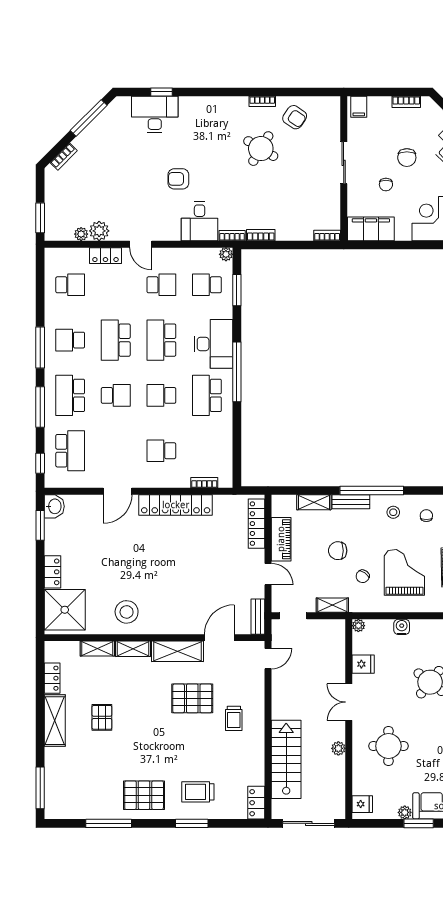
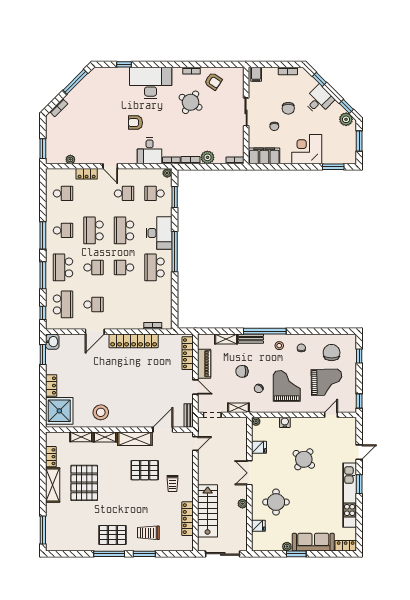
desk: (155, 114) -> (151, 83), moved, width x1.36, depth x1.30
plant: (99, 231) -> (207, 157), moved
school desk: (70, 340) -> (63, 230), turned 180
school desk: (161, 451) -> (93, 304), moved, turned 180
pallet: (102, 717) -> (84, 483), width x2.05, depth x2.00
locker: (256, 803) -> (188, 519), moved, width x1.53
fridge: (362, 804) -> (258, 526), moved
window: (109, 823) -> (109, 554), moved

